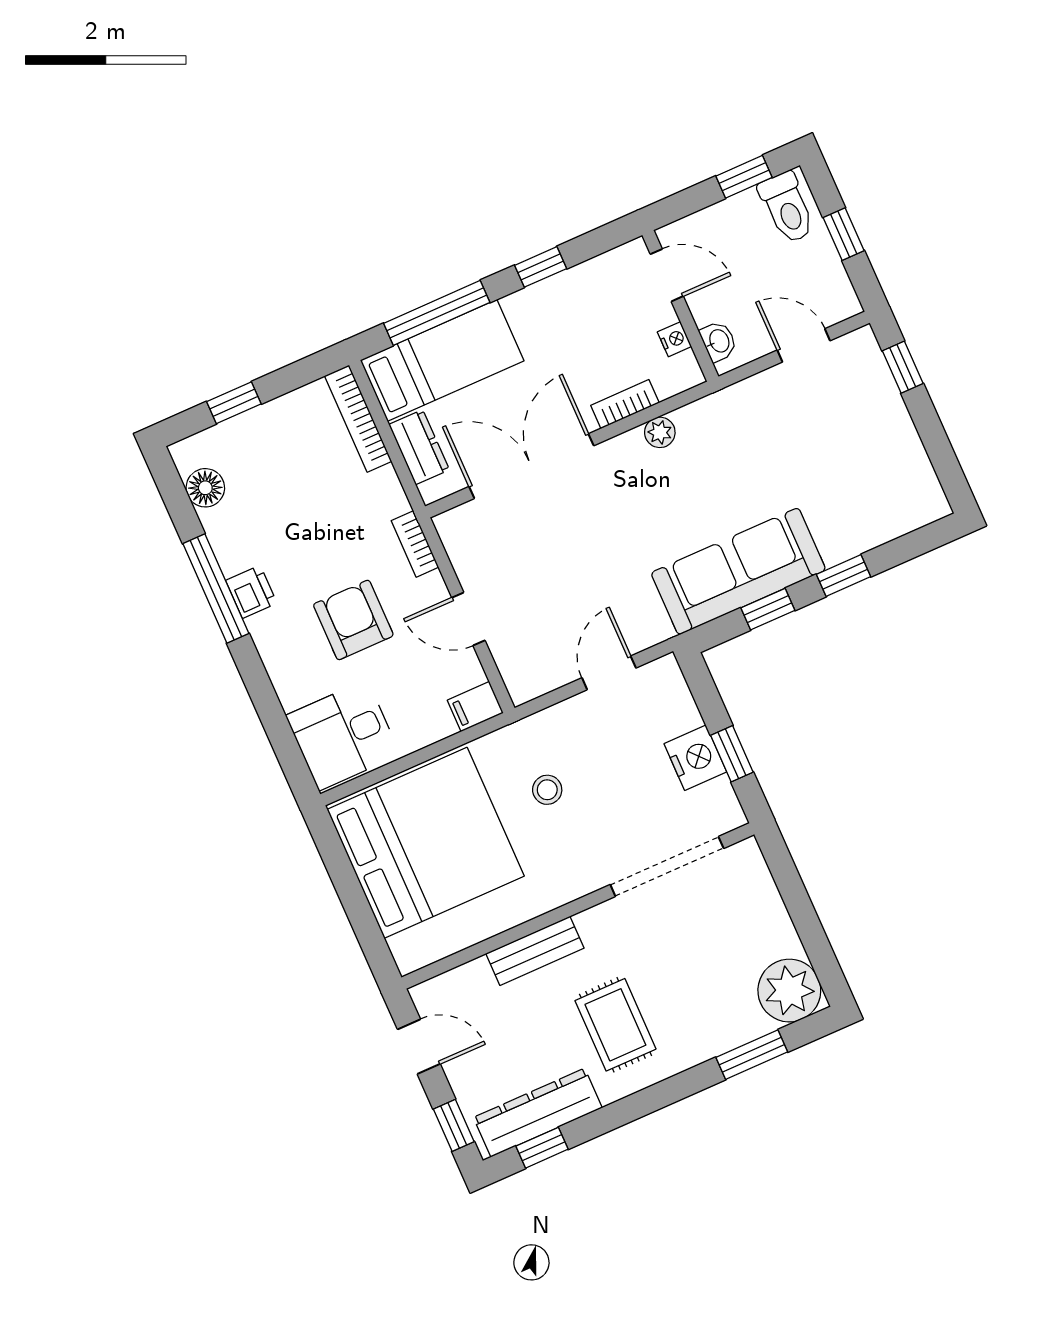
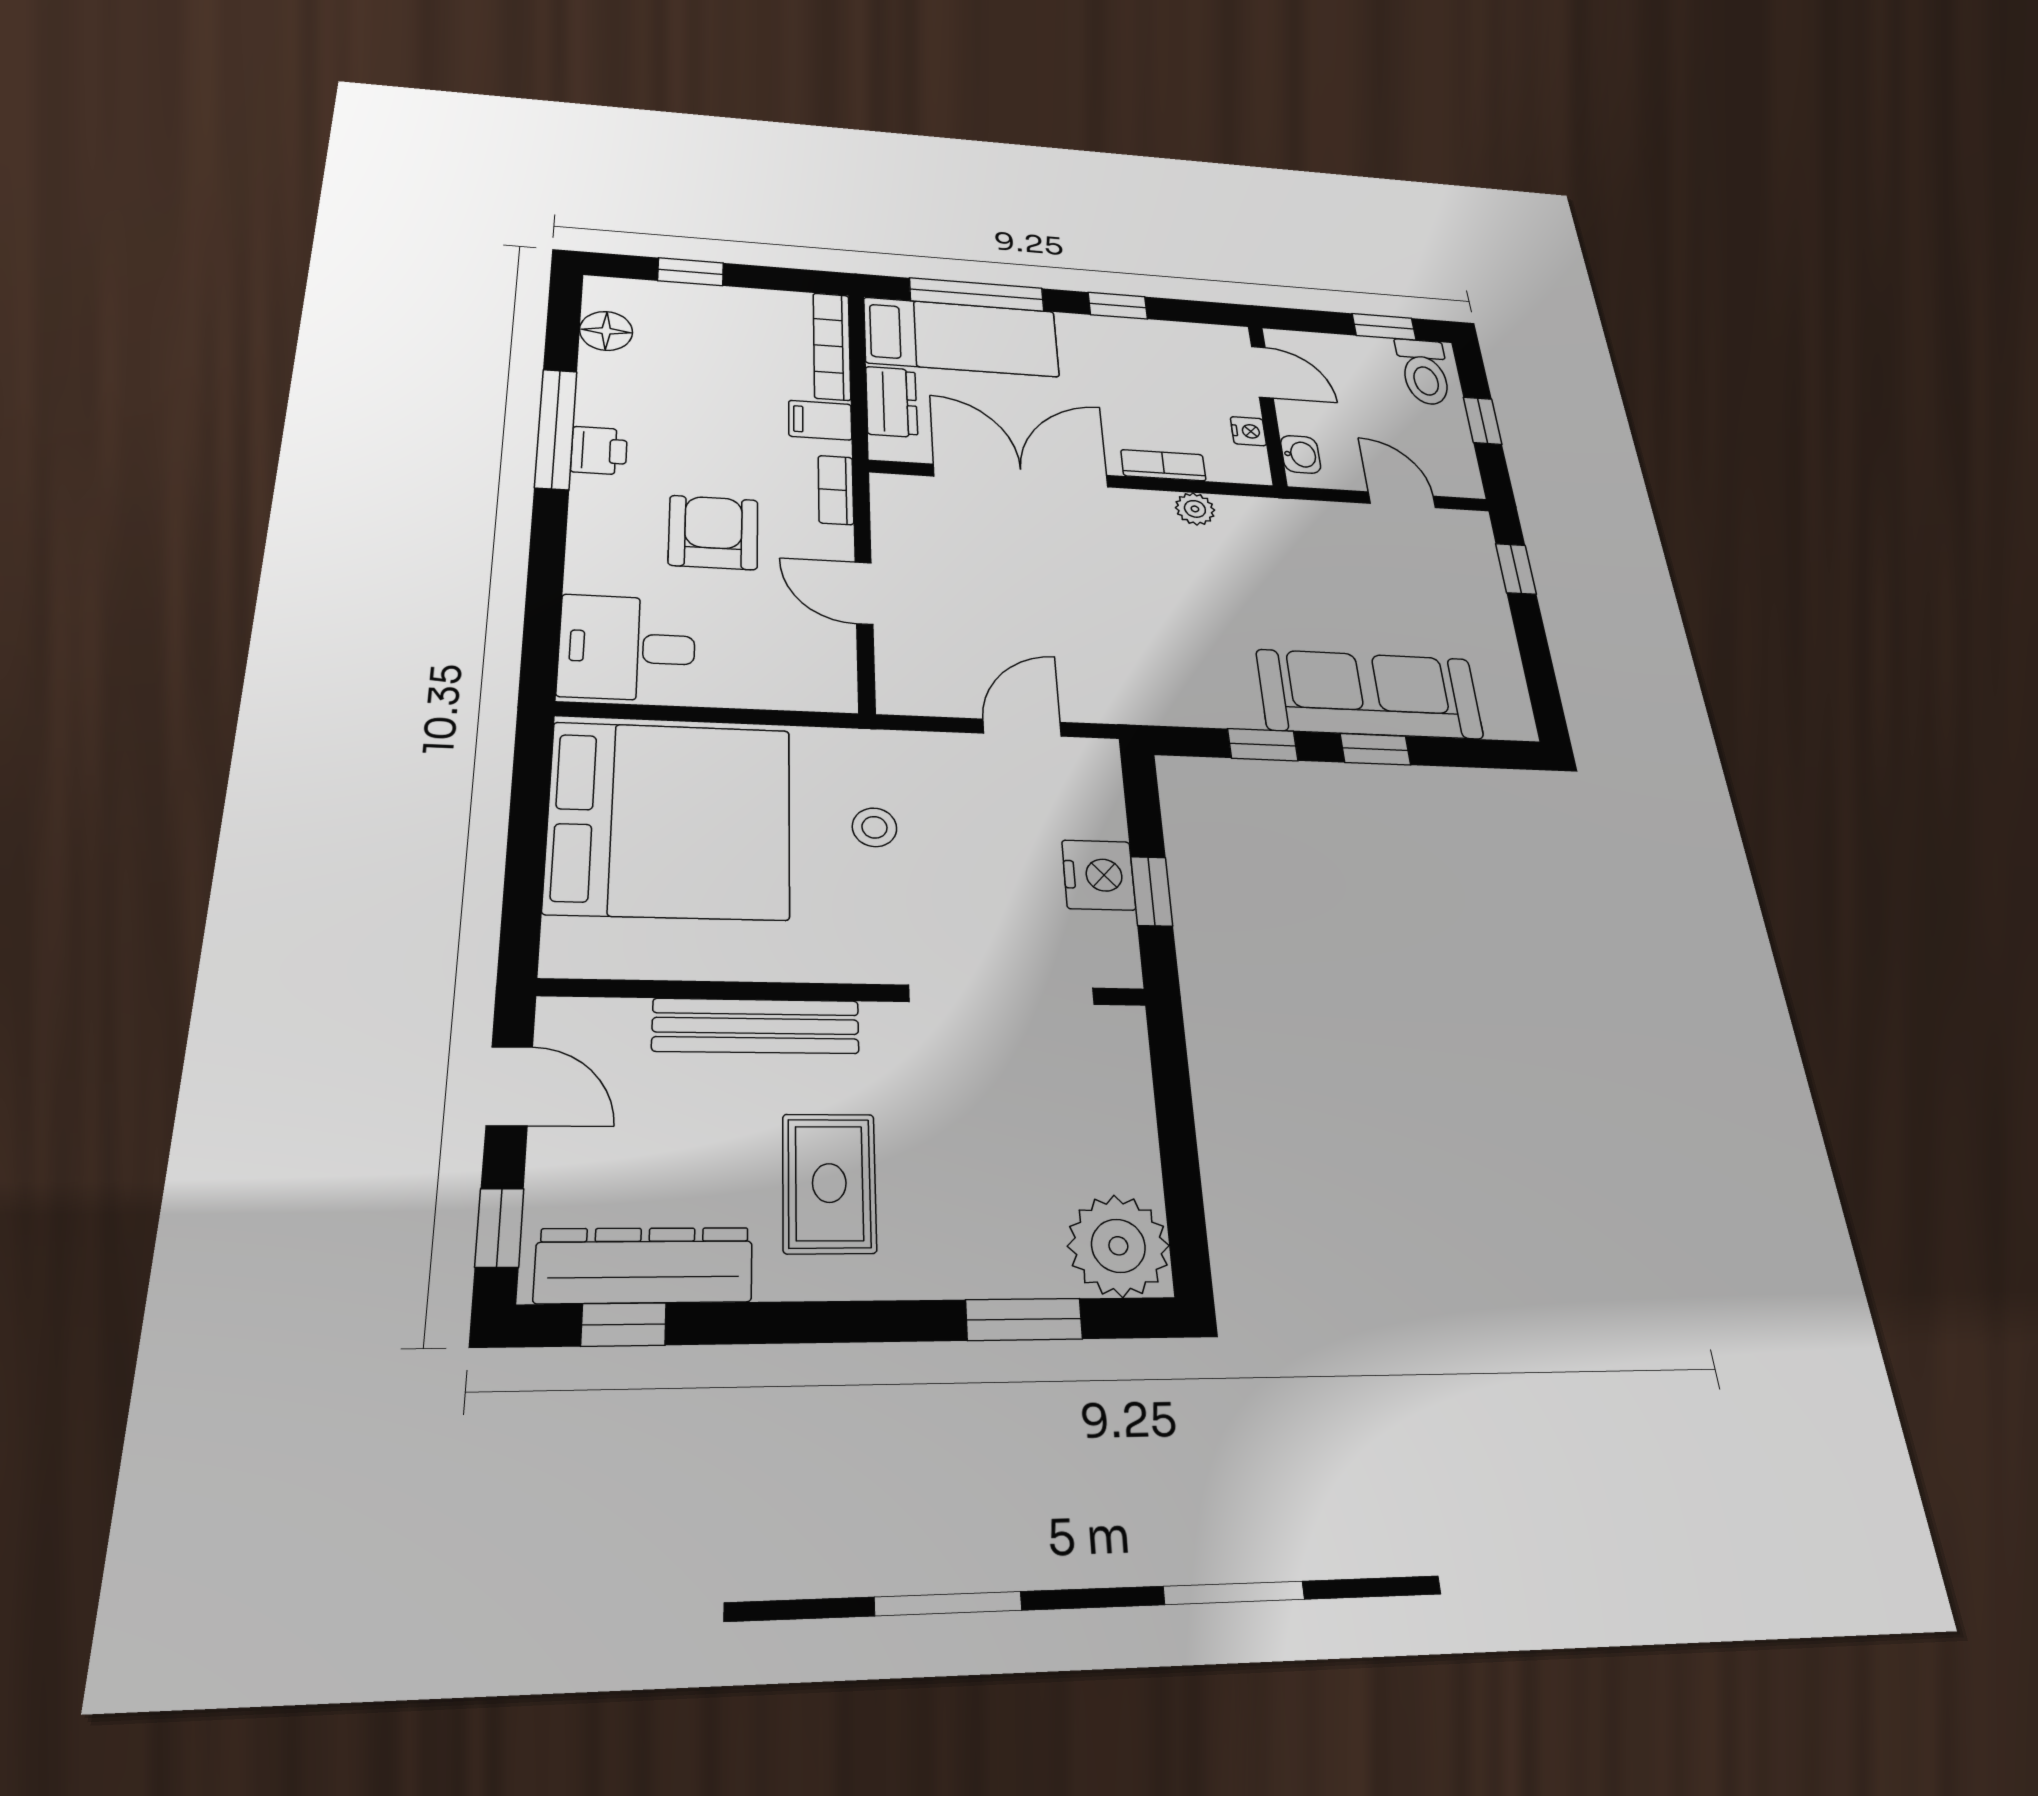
sofa: (738, 571) -> (1370, 694), moved
filing cabinet: (475, 707) -> (820, 420), moved
bench: (535, 951) -> (756, 1026), width x1.36

